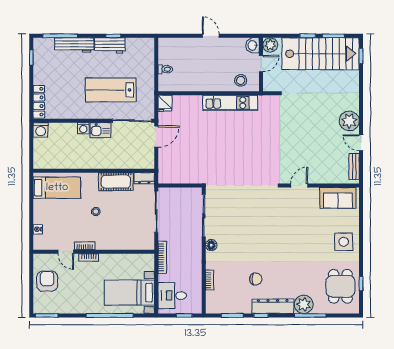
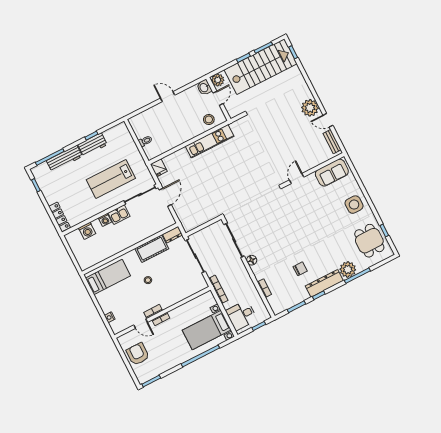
washing machine: (41, 130) -> (87, 231), moved

